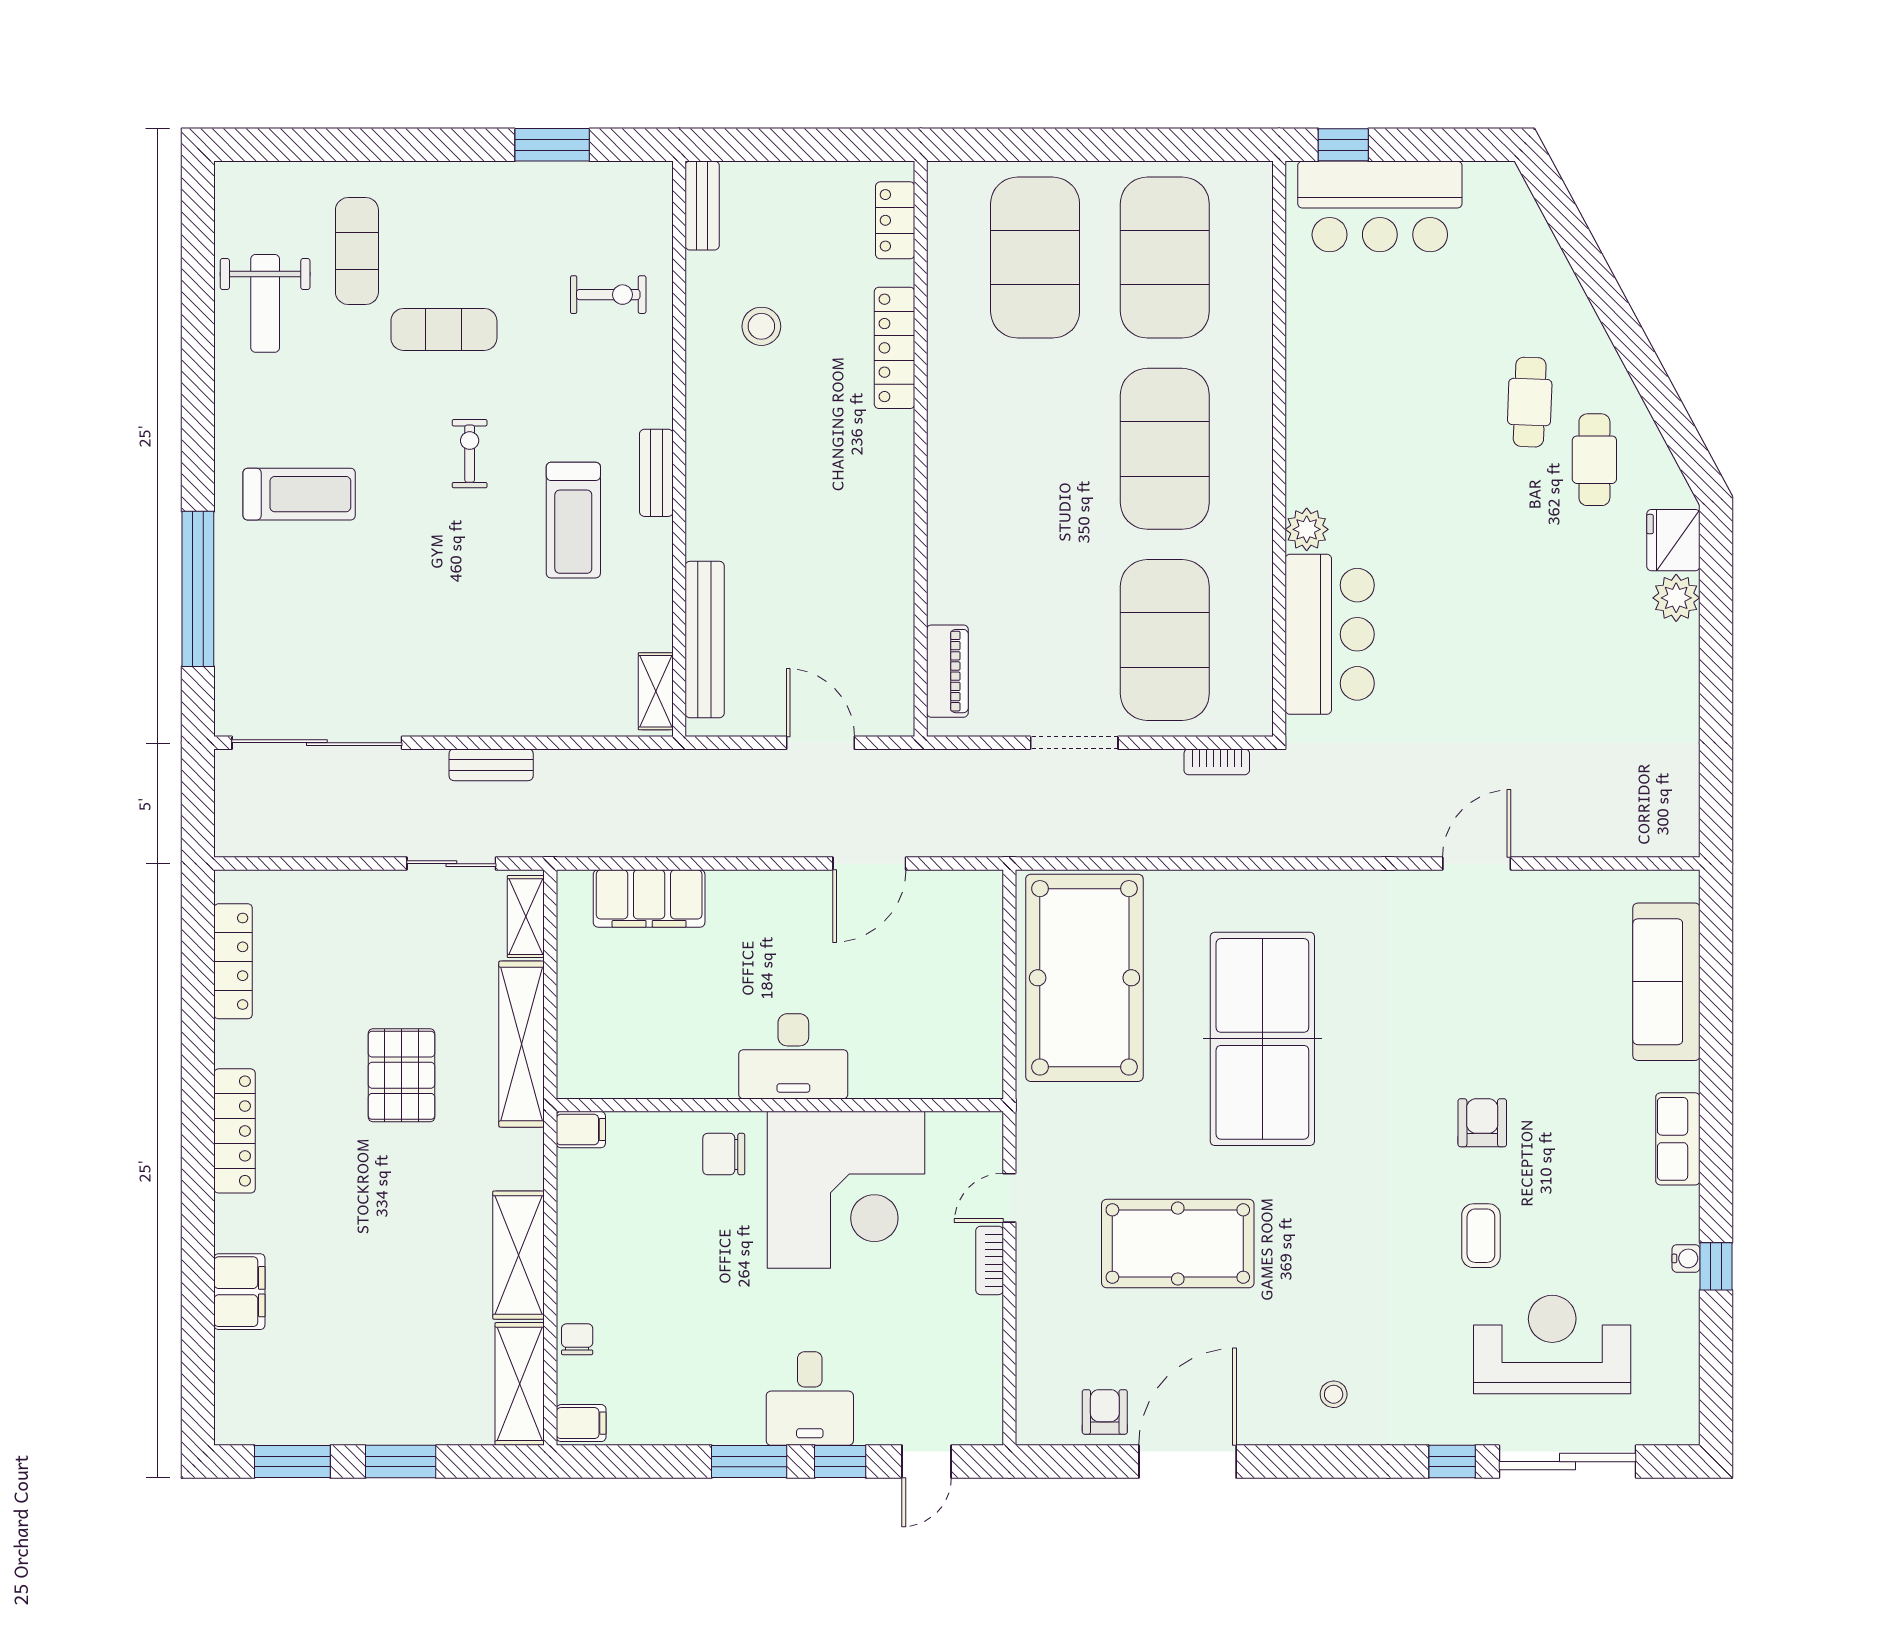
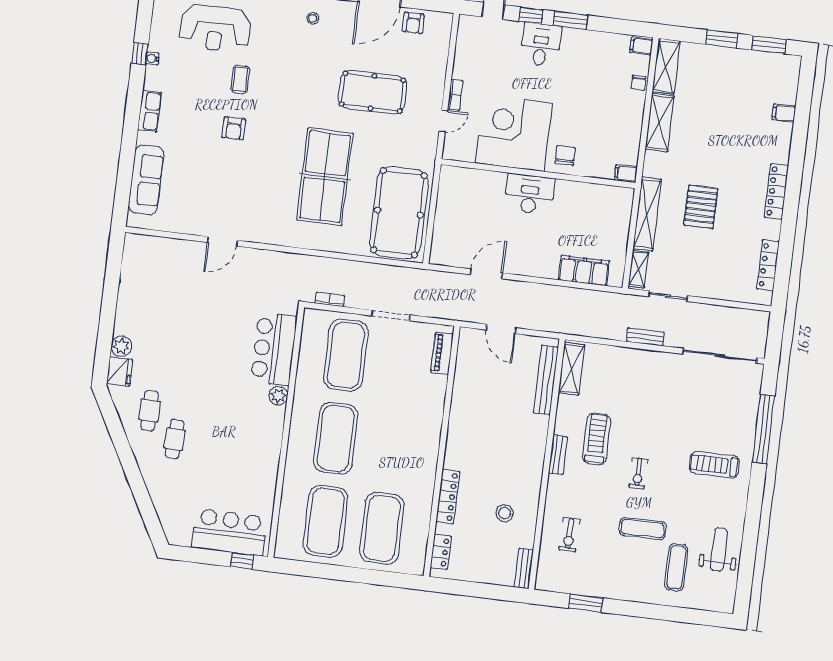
exercise bike: (608, 295) -> (569, 535), turned -89
shelving: (656, 691) -> (571, 369), width x1.50, depth x1.33
chair: (724, 1154) -> (565, 155), turned -91
filing cabinet: (239, 1292) -> (784, 113), width x0.50

